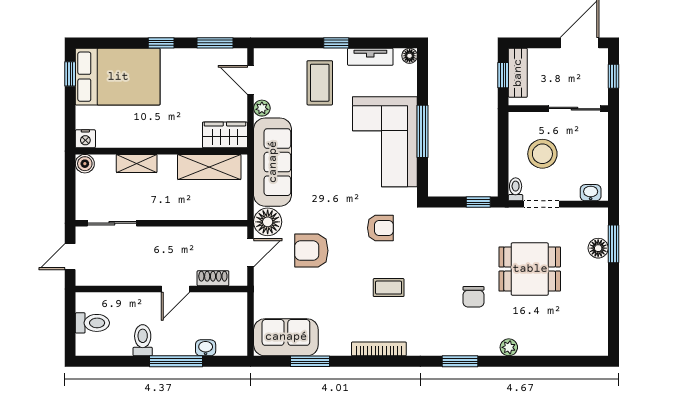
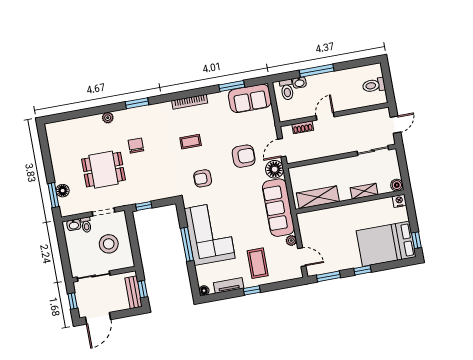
wardrobe: (225, 135) -> (312, 219), removed
toilet: (516, 189) -> (86, 225), moved
toilet: (143, 340) -> (287, 90), moved

